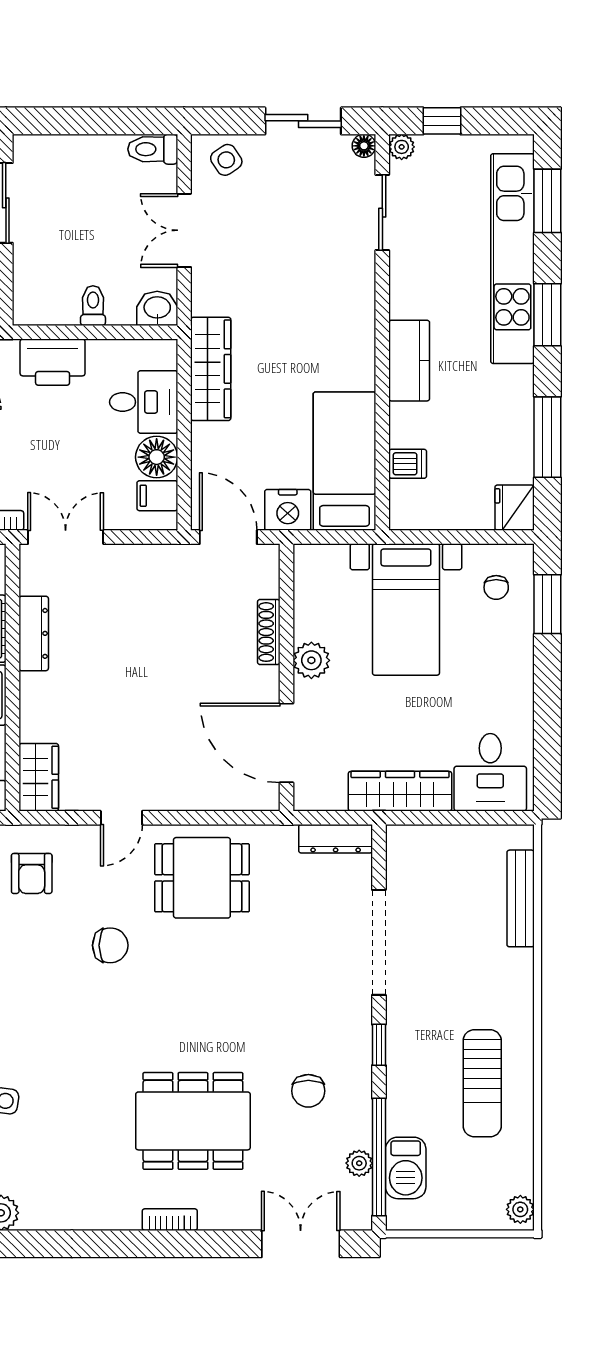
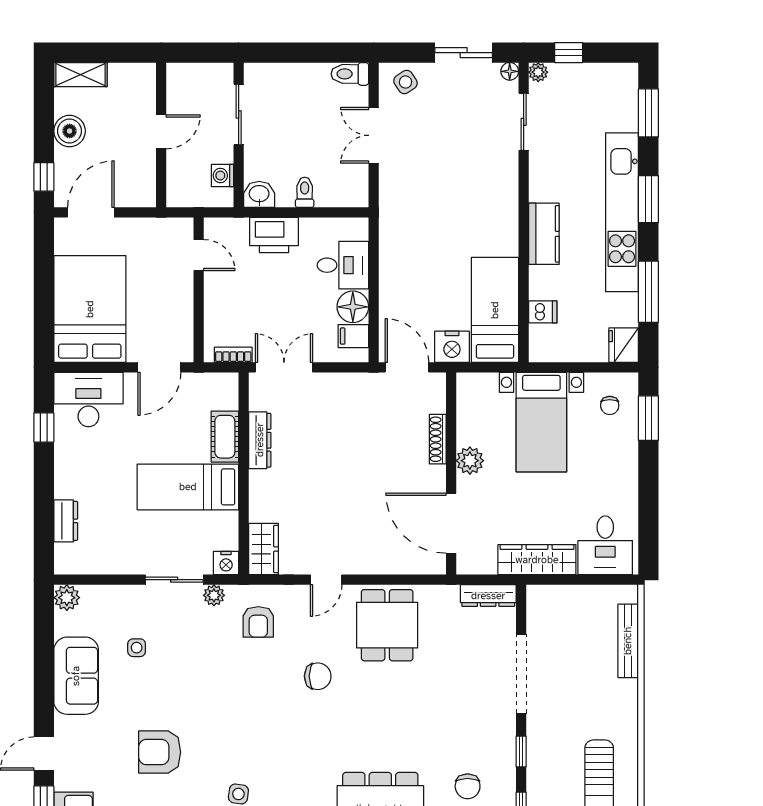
kitchen unit: (512, 259) -> (622, 212), moved
washbasin: (157, 308) -> (259, 194), moved
wardrobe: (211, 369) -> (394, 240), removed
dining table: (202, 878) -> (387, 625), turned 90

